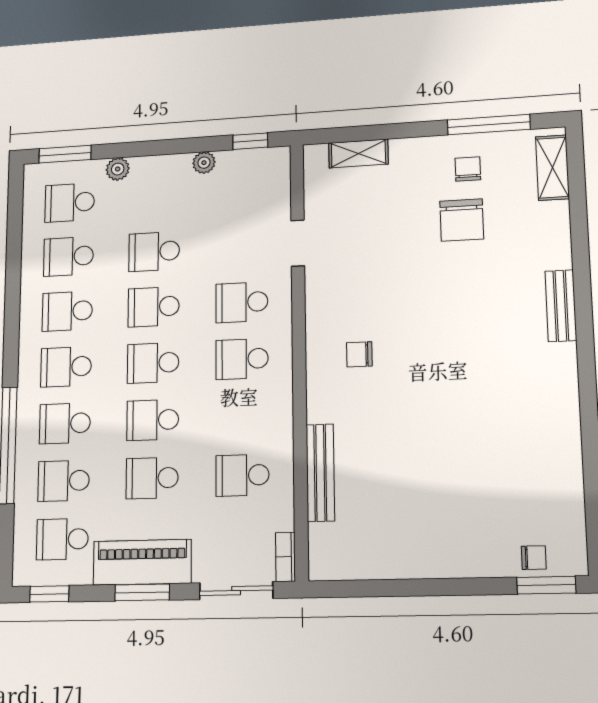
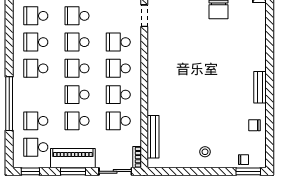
bench: (561, 306) -> (260, 87), moved
chair: (359, 354) -> (254, 125), moved
school desk: (65, 423) -> (118, 95), moved
bench: (320, 473) -> (153, 137), moved
stool: (442, 541) -> (205, 152), added

